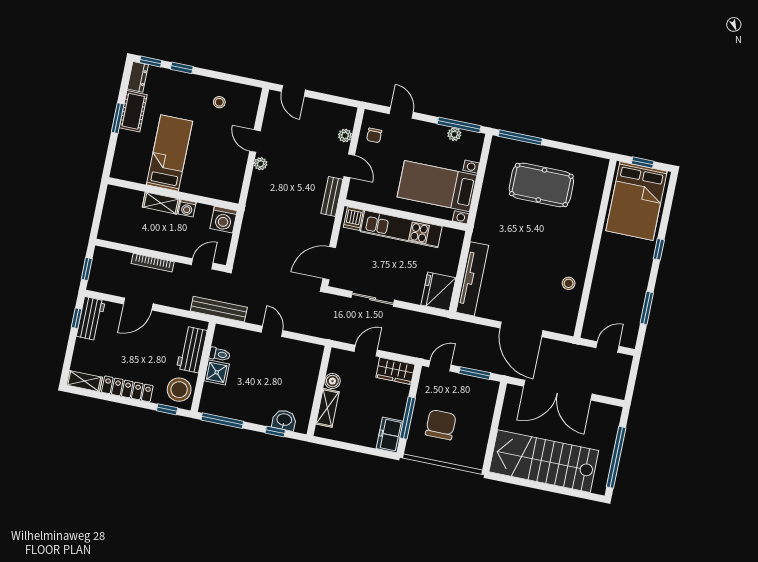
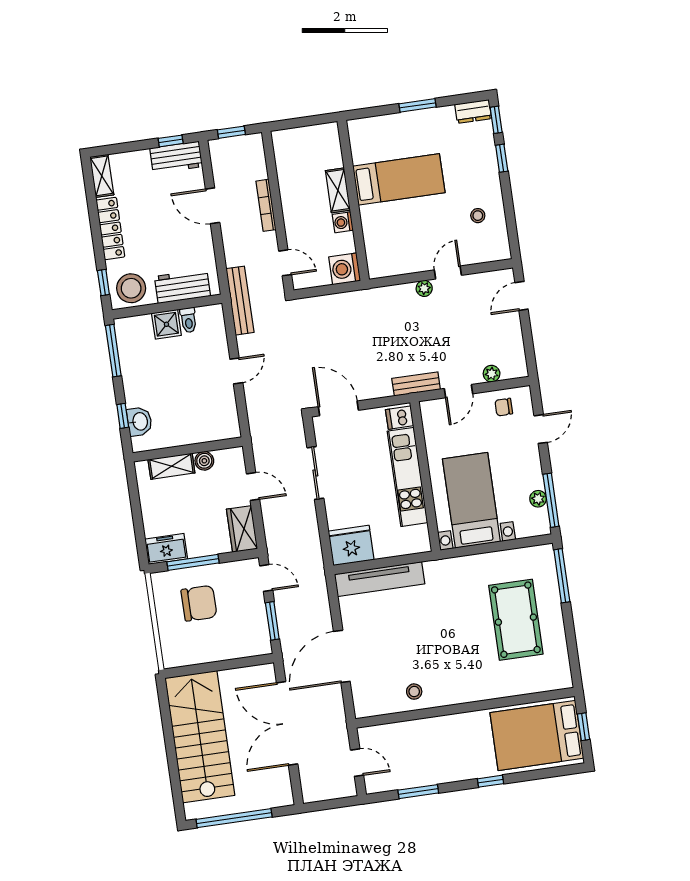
cot: (133, 111) -> (432, 120), removed

